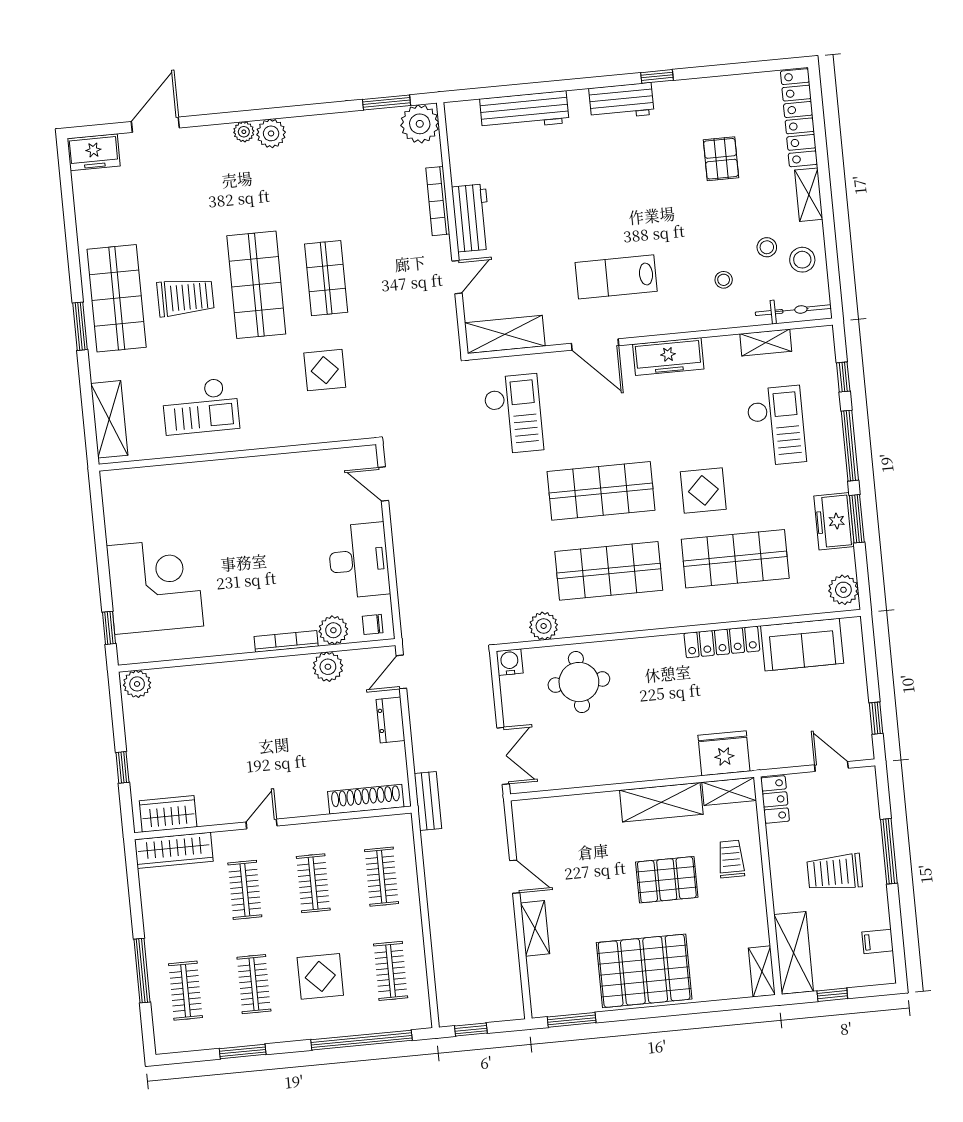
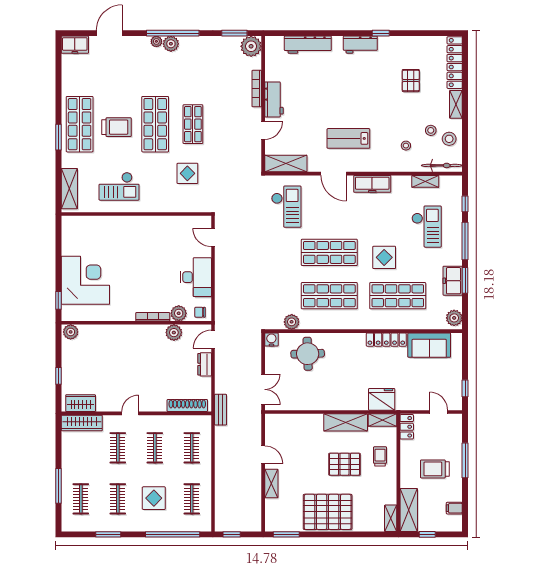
window: (273, 113) -> (173, 33), added

